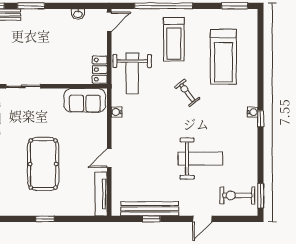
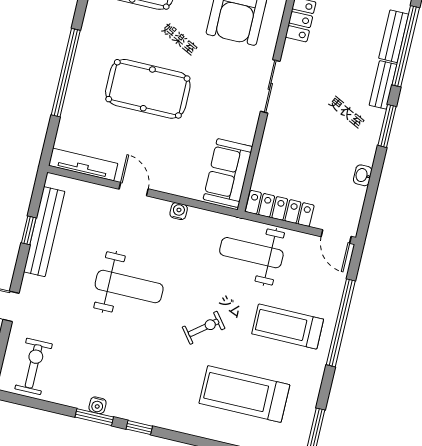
washbasin: (78, 14) -> (363, 175), moved
locker: (100, 70) -> (280, 208), width x1.53
water cooler: (117, 112) -> (179, 211), moved
water cooler: (253, 112) -> (97, 405), moved
weight bench: (200, 159) -> (129, 287), moved, turned -90
window: (261, 196) -> (94, 417), moved
window: (45, 219) -> (66, 73), width x3.17

